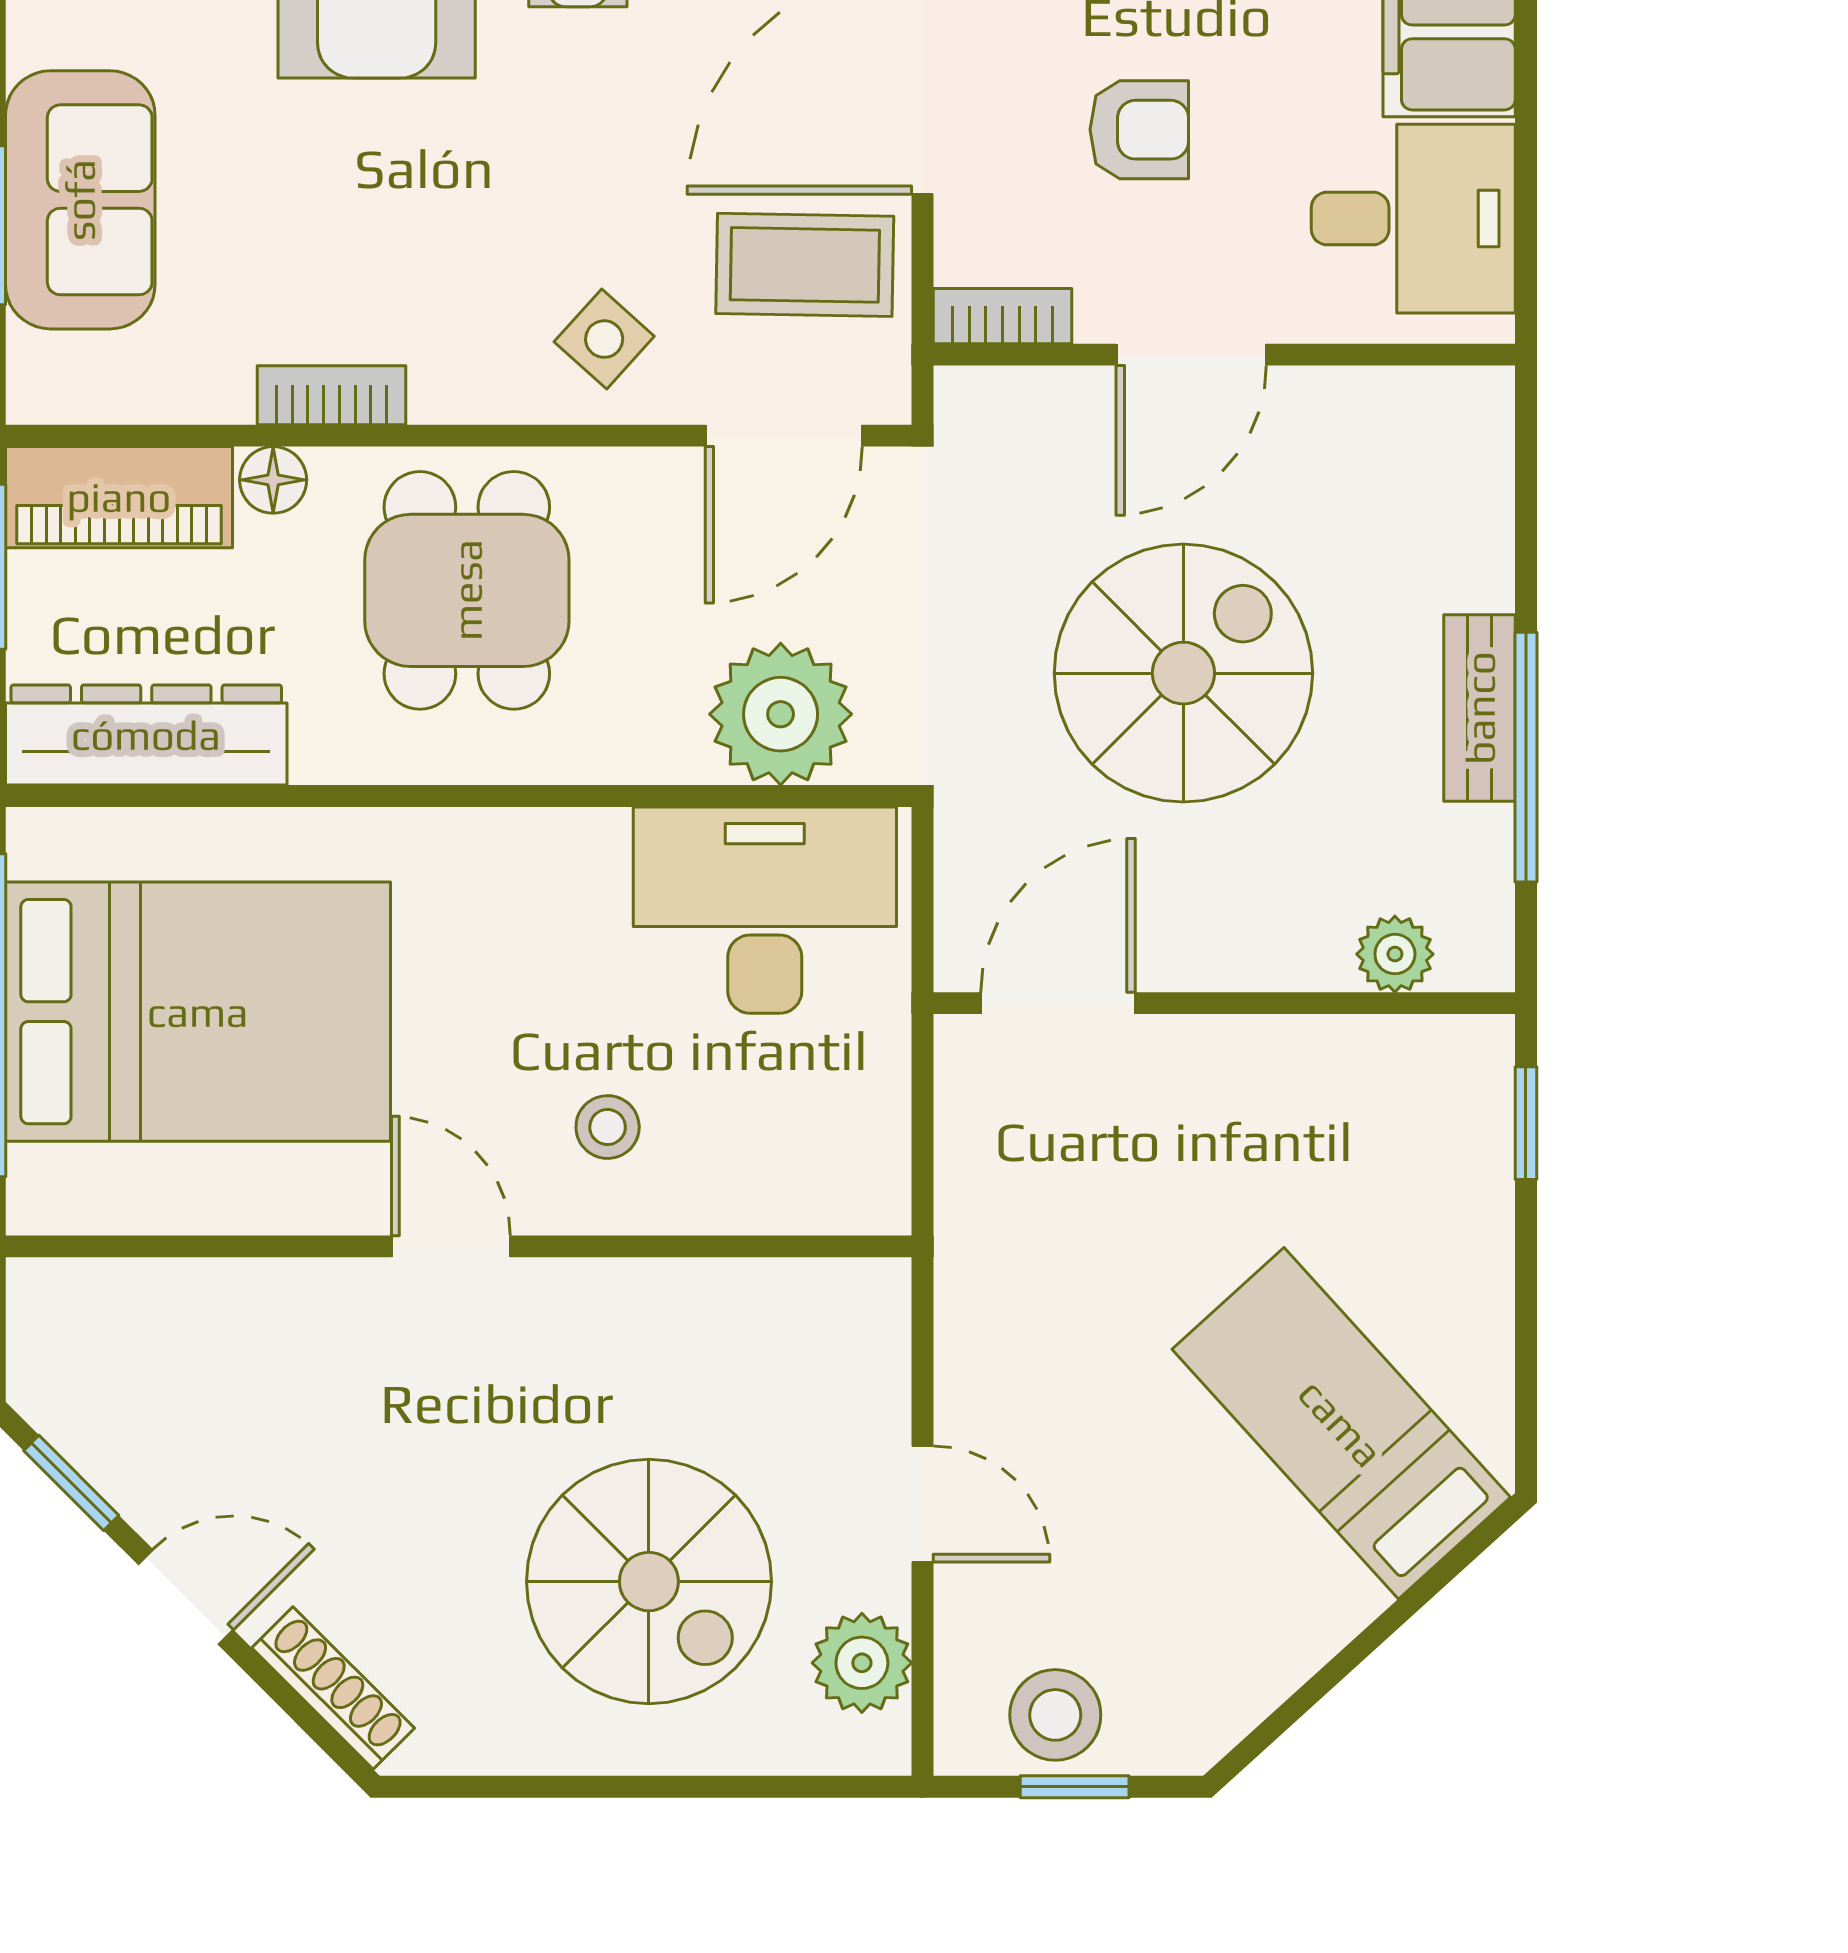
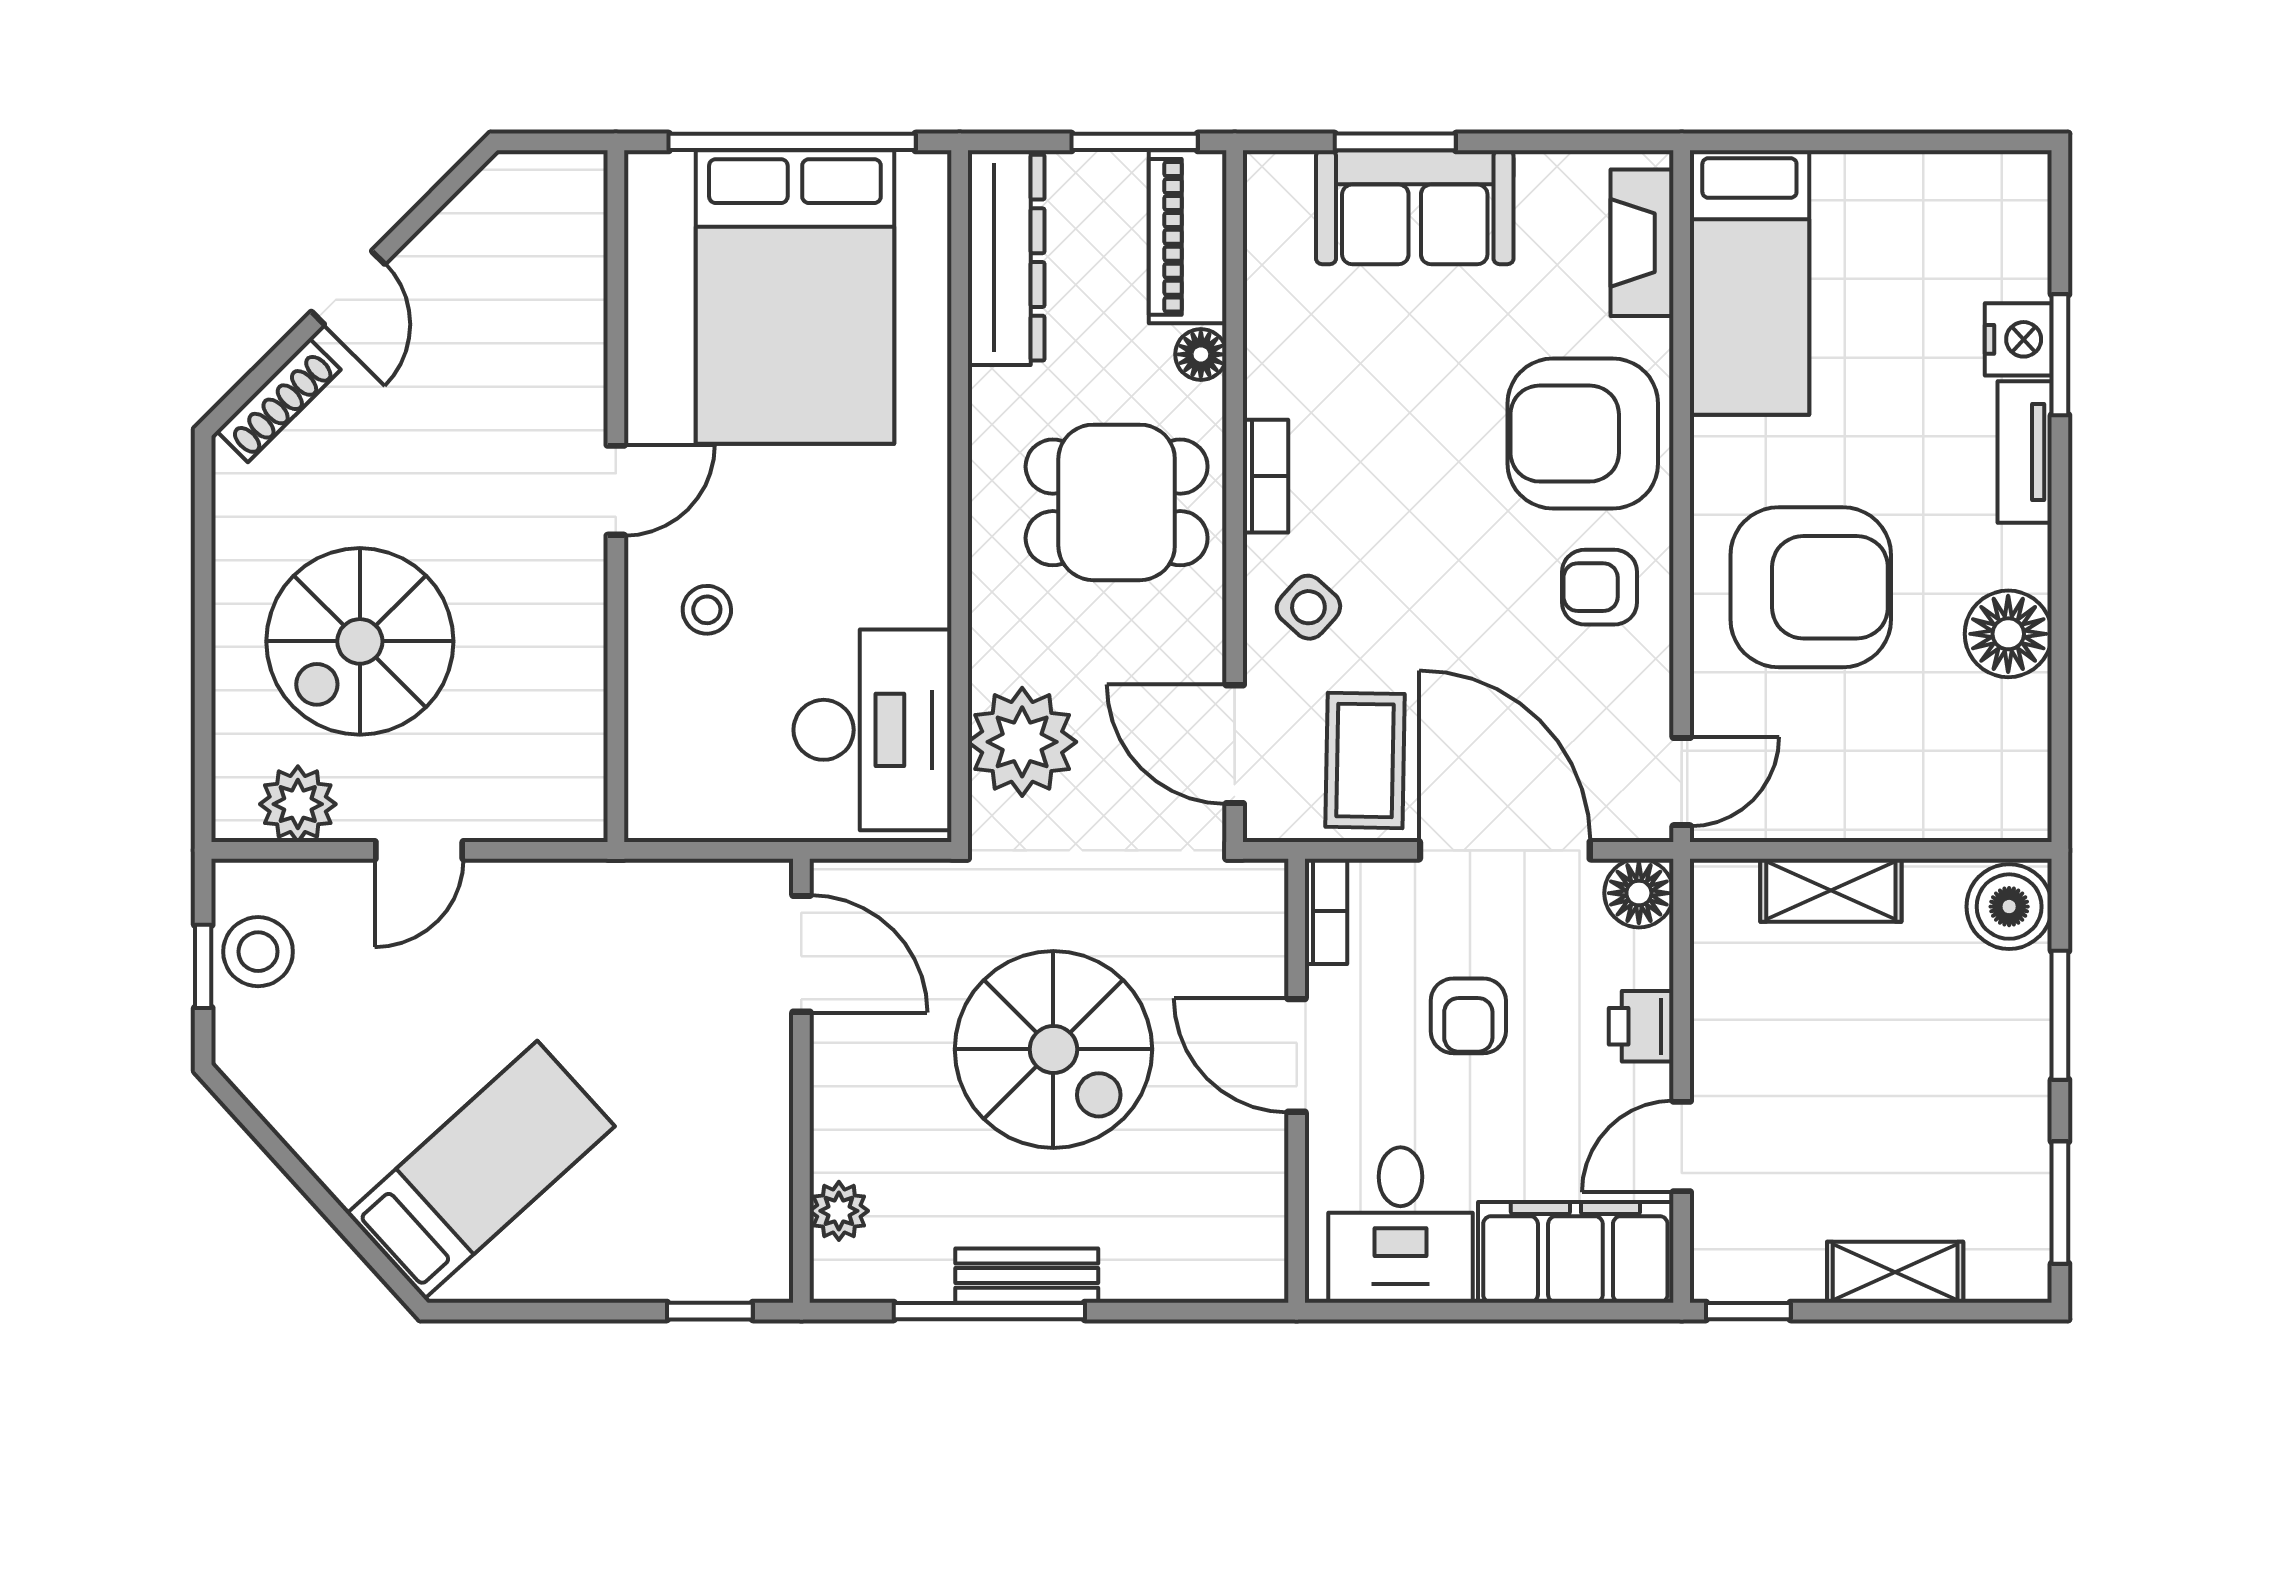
bookcase: (331, 395) -> (1266, 476), moved
window: (71, 1483) -> (435, 200), removed

